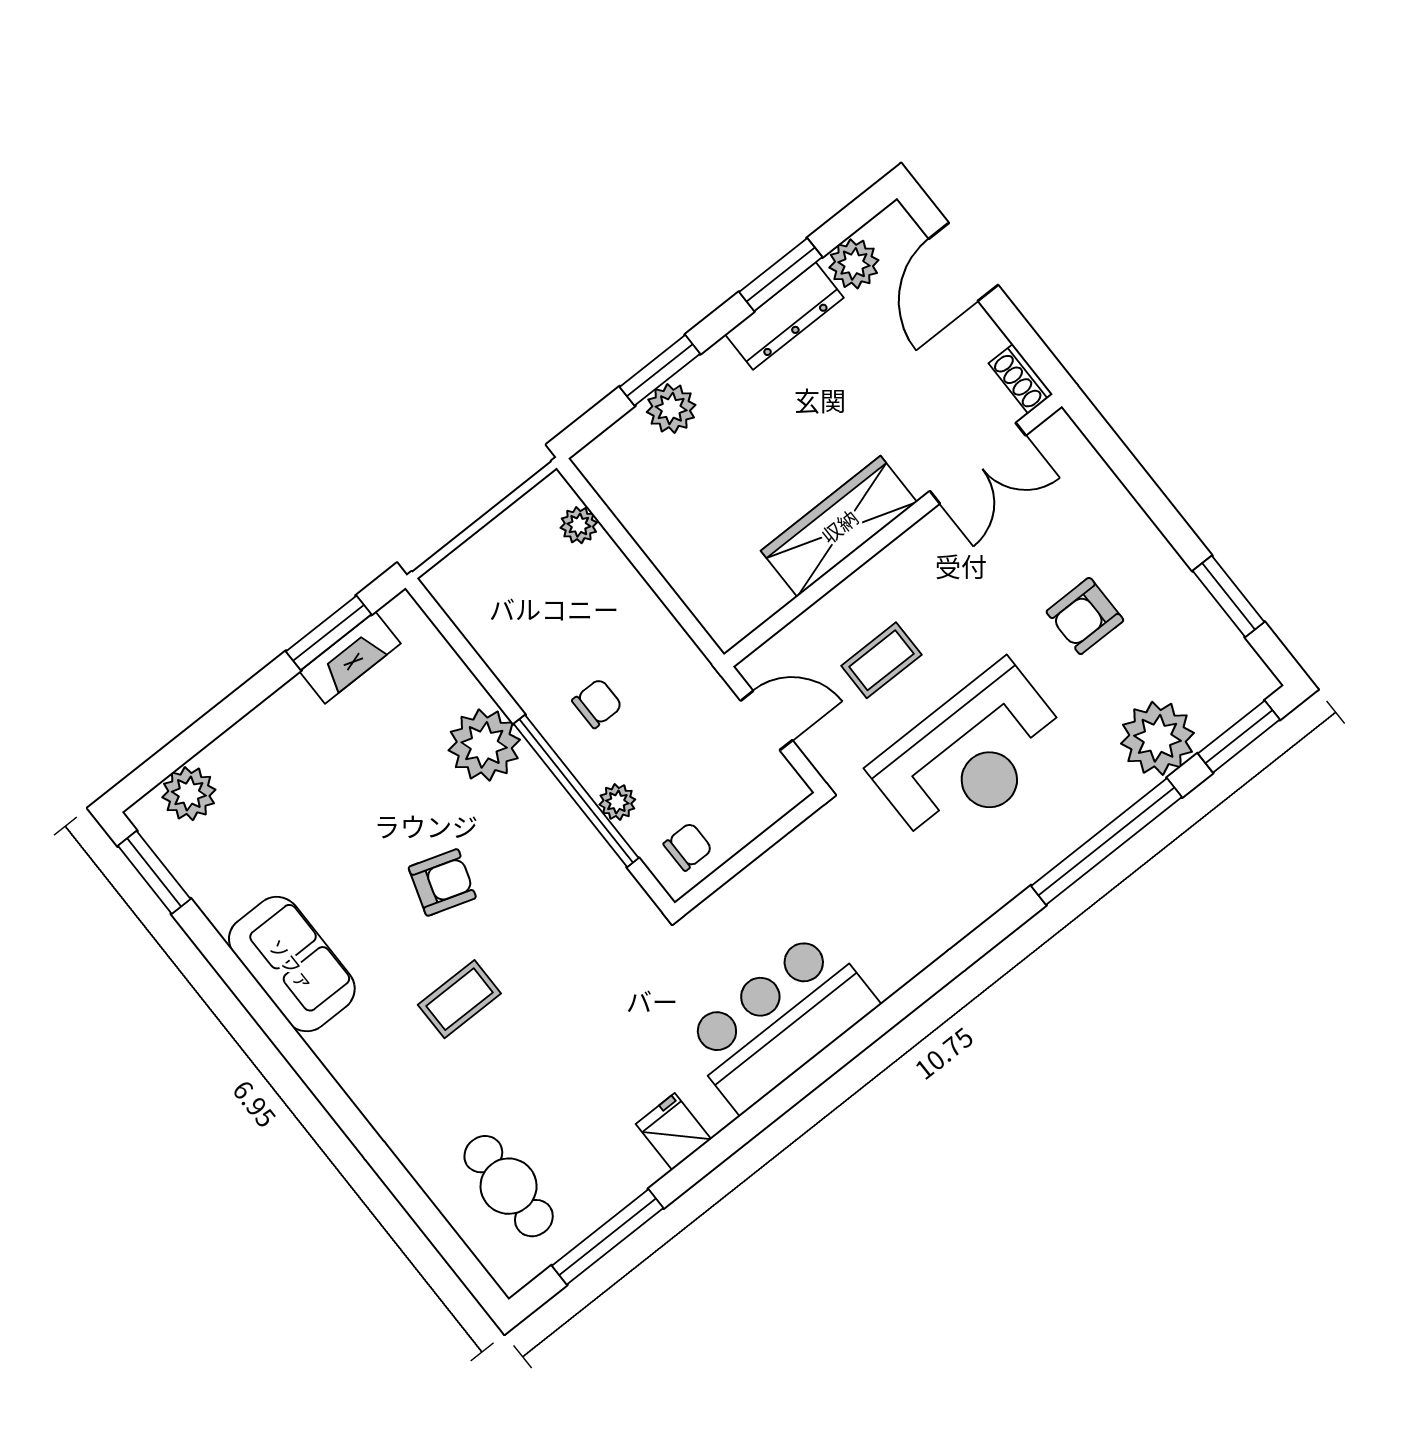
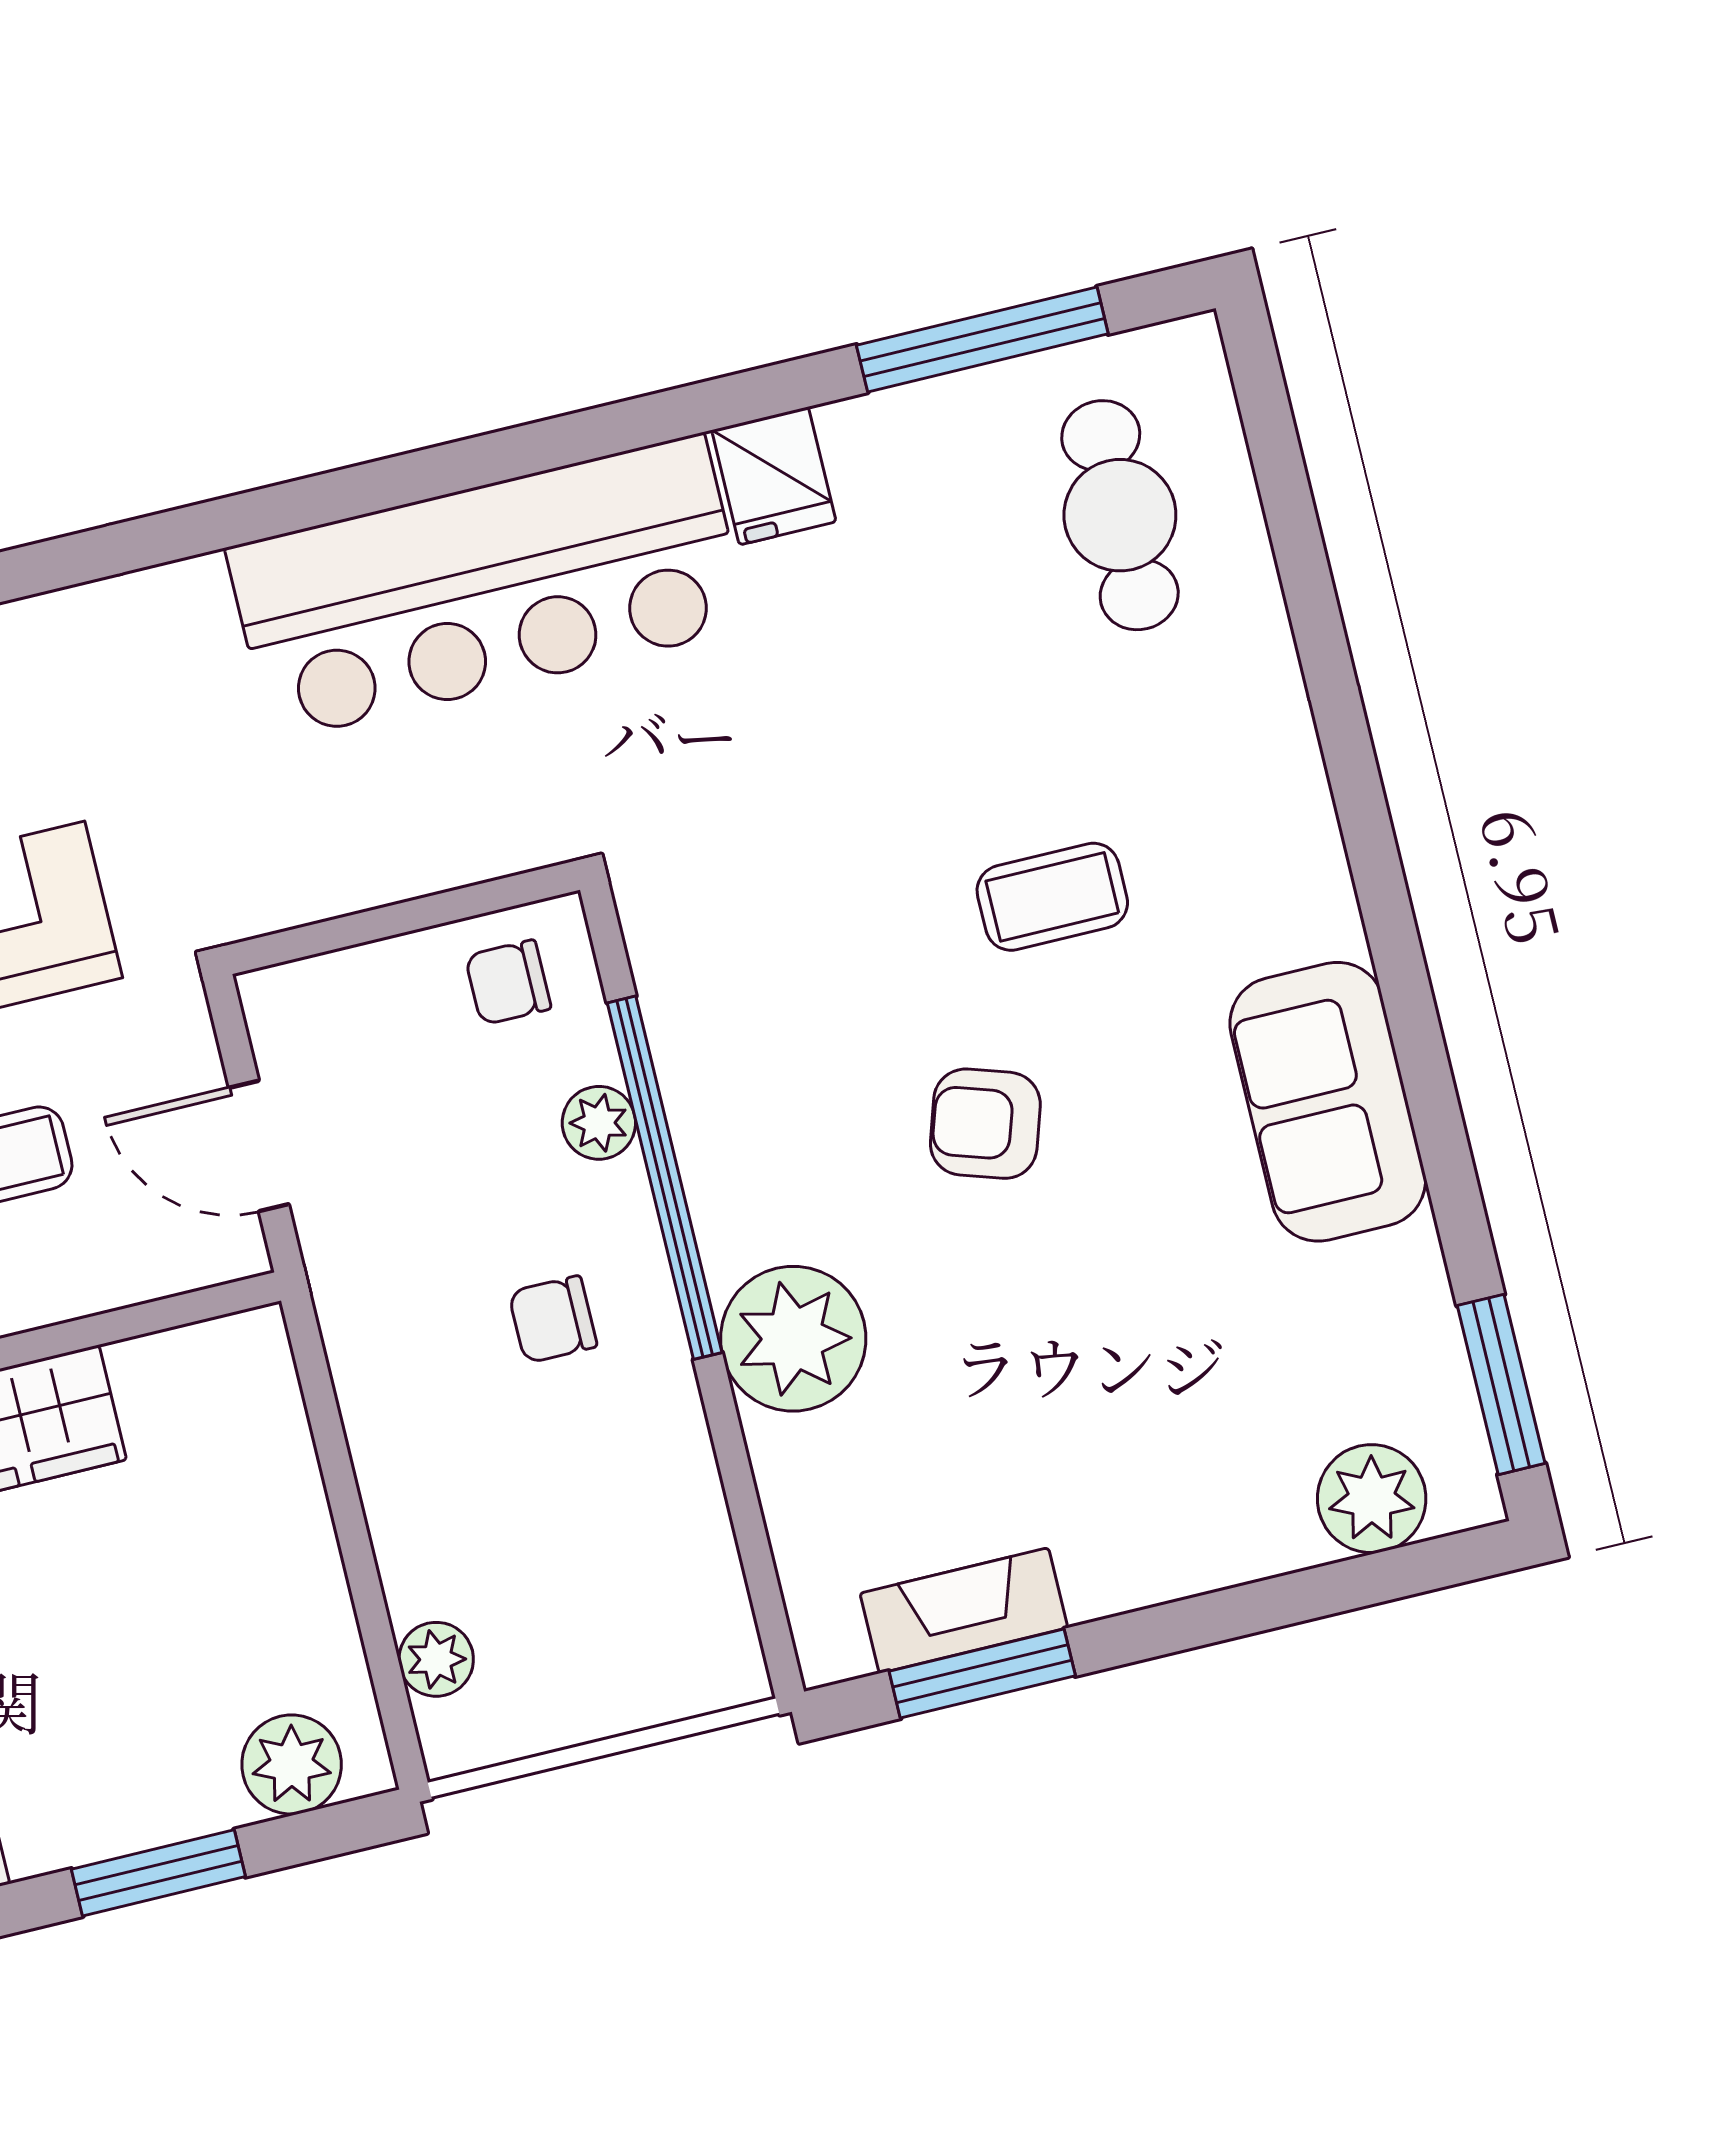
plant: (671, 409) -> (292, 1765), moved
bar counter: (780, 1021) -> (488, 588), width x1.36

